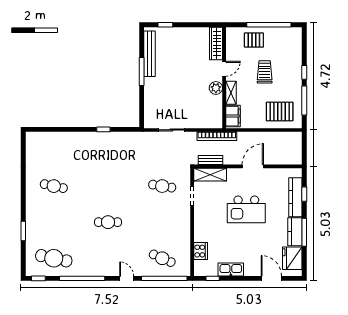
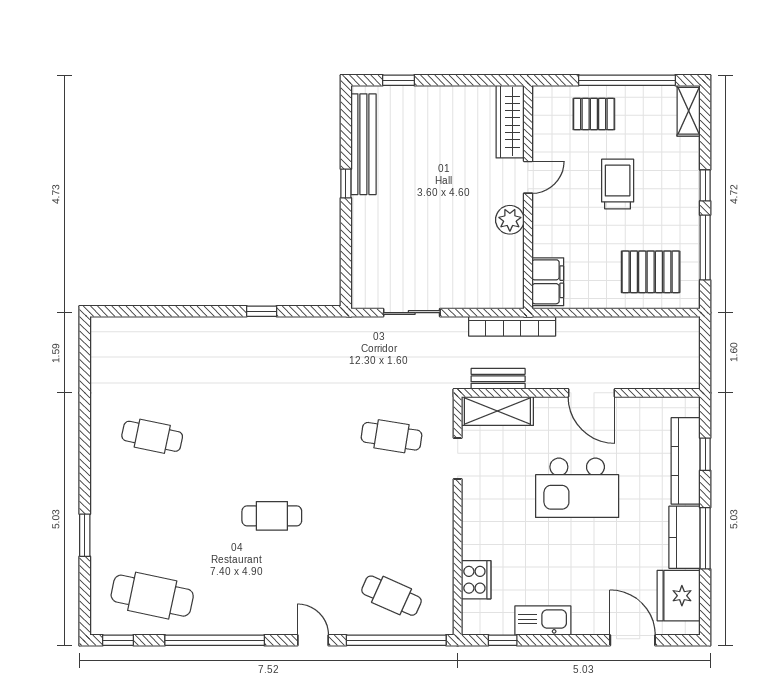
window: (142, 72) -> (346, 184), width x0.46
shelving: (231, 93) -> (689, 111), moved
door: (253, 166) -> (591, 393), swing flipped

